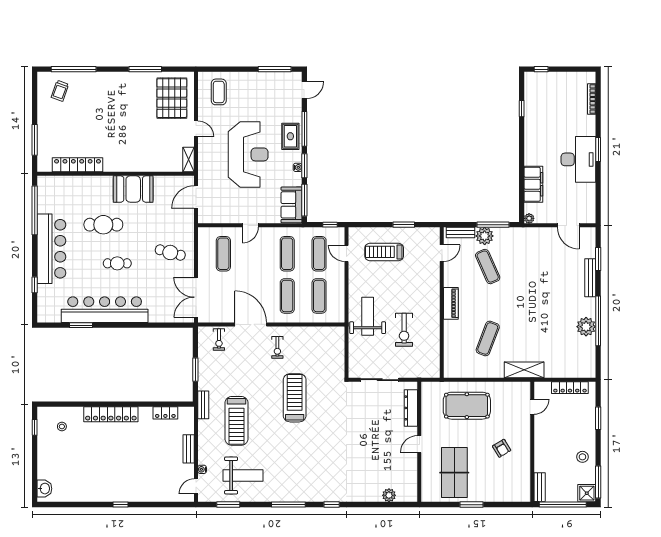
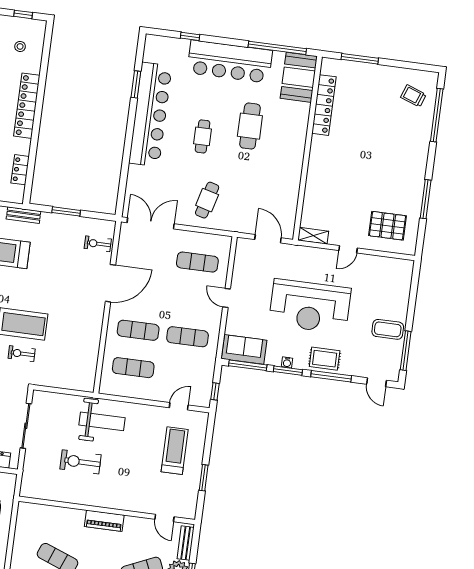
coffee table: (219, 92) -> (388, 329), moved
pallet: (172, 98) -> (388, 226), width x0.73, depth x0.71
booth: (133, 189) -> (299, 77), moved
exercise mat: (319, 254) -> (183, 374), removed
exercise bike: (277, 347) -> (22, 354), moved

